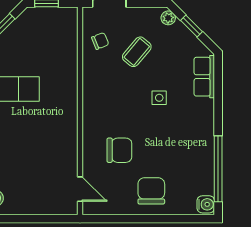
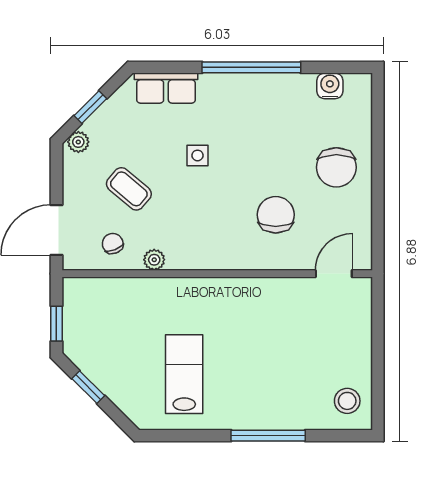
plant: (89, 69) -> (154, 260), added
window: (218, 169) -> (251, 67), moved
chair: (151, 191) -> (336, 167), turned -90
water cooler: (206, 204) -> (330, 86), moved

